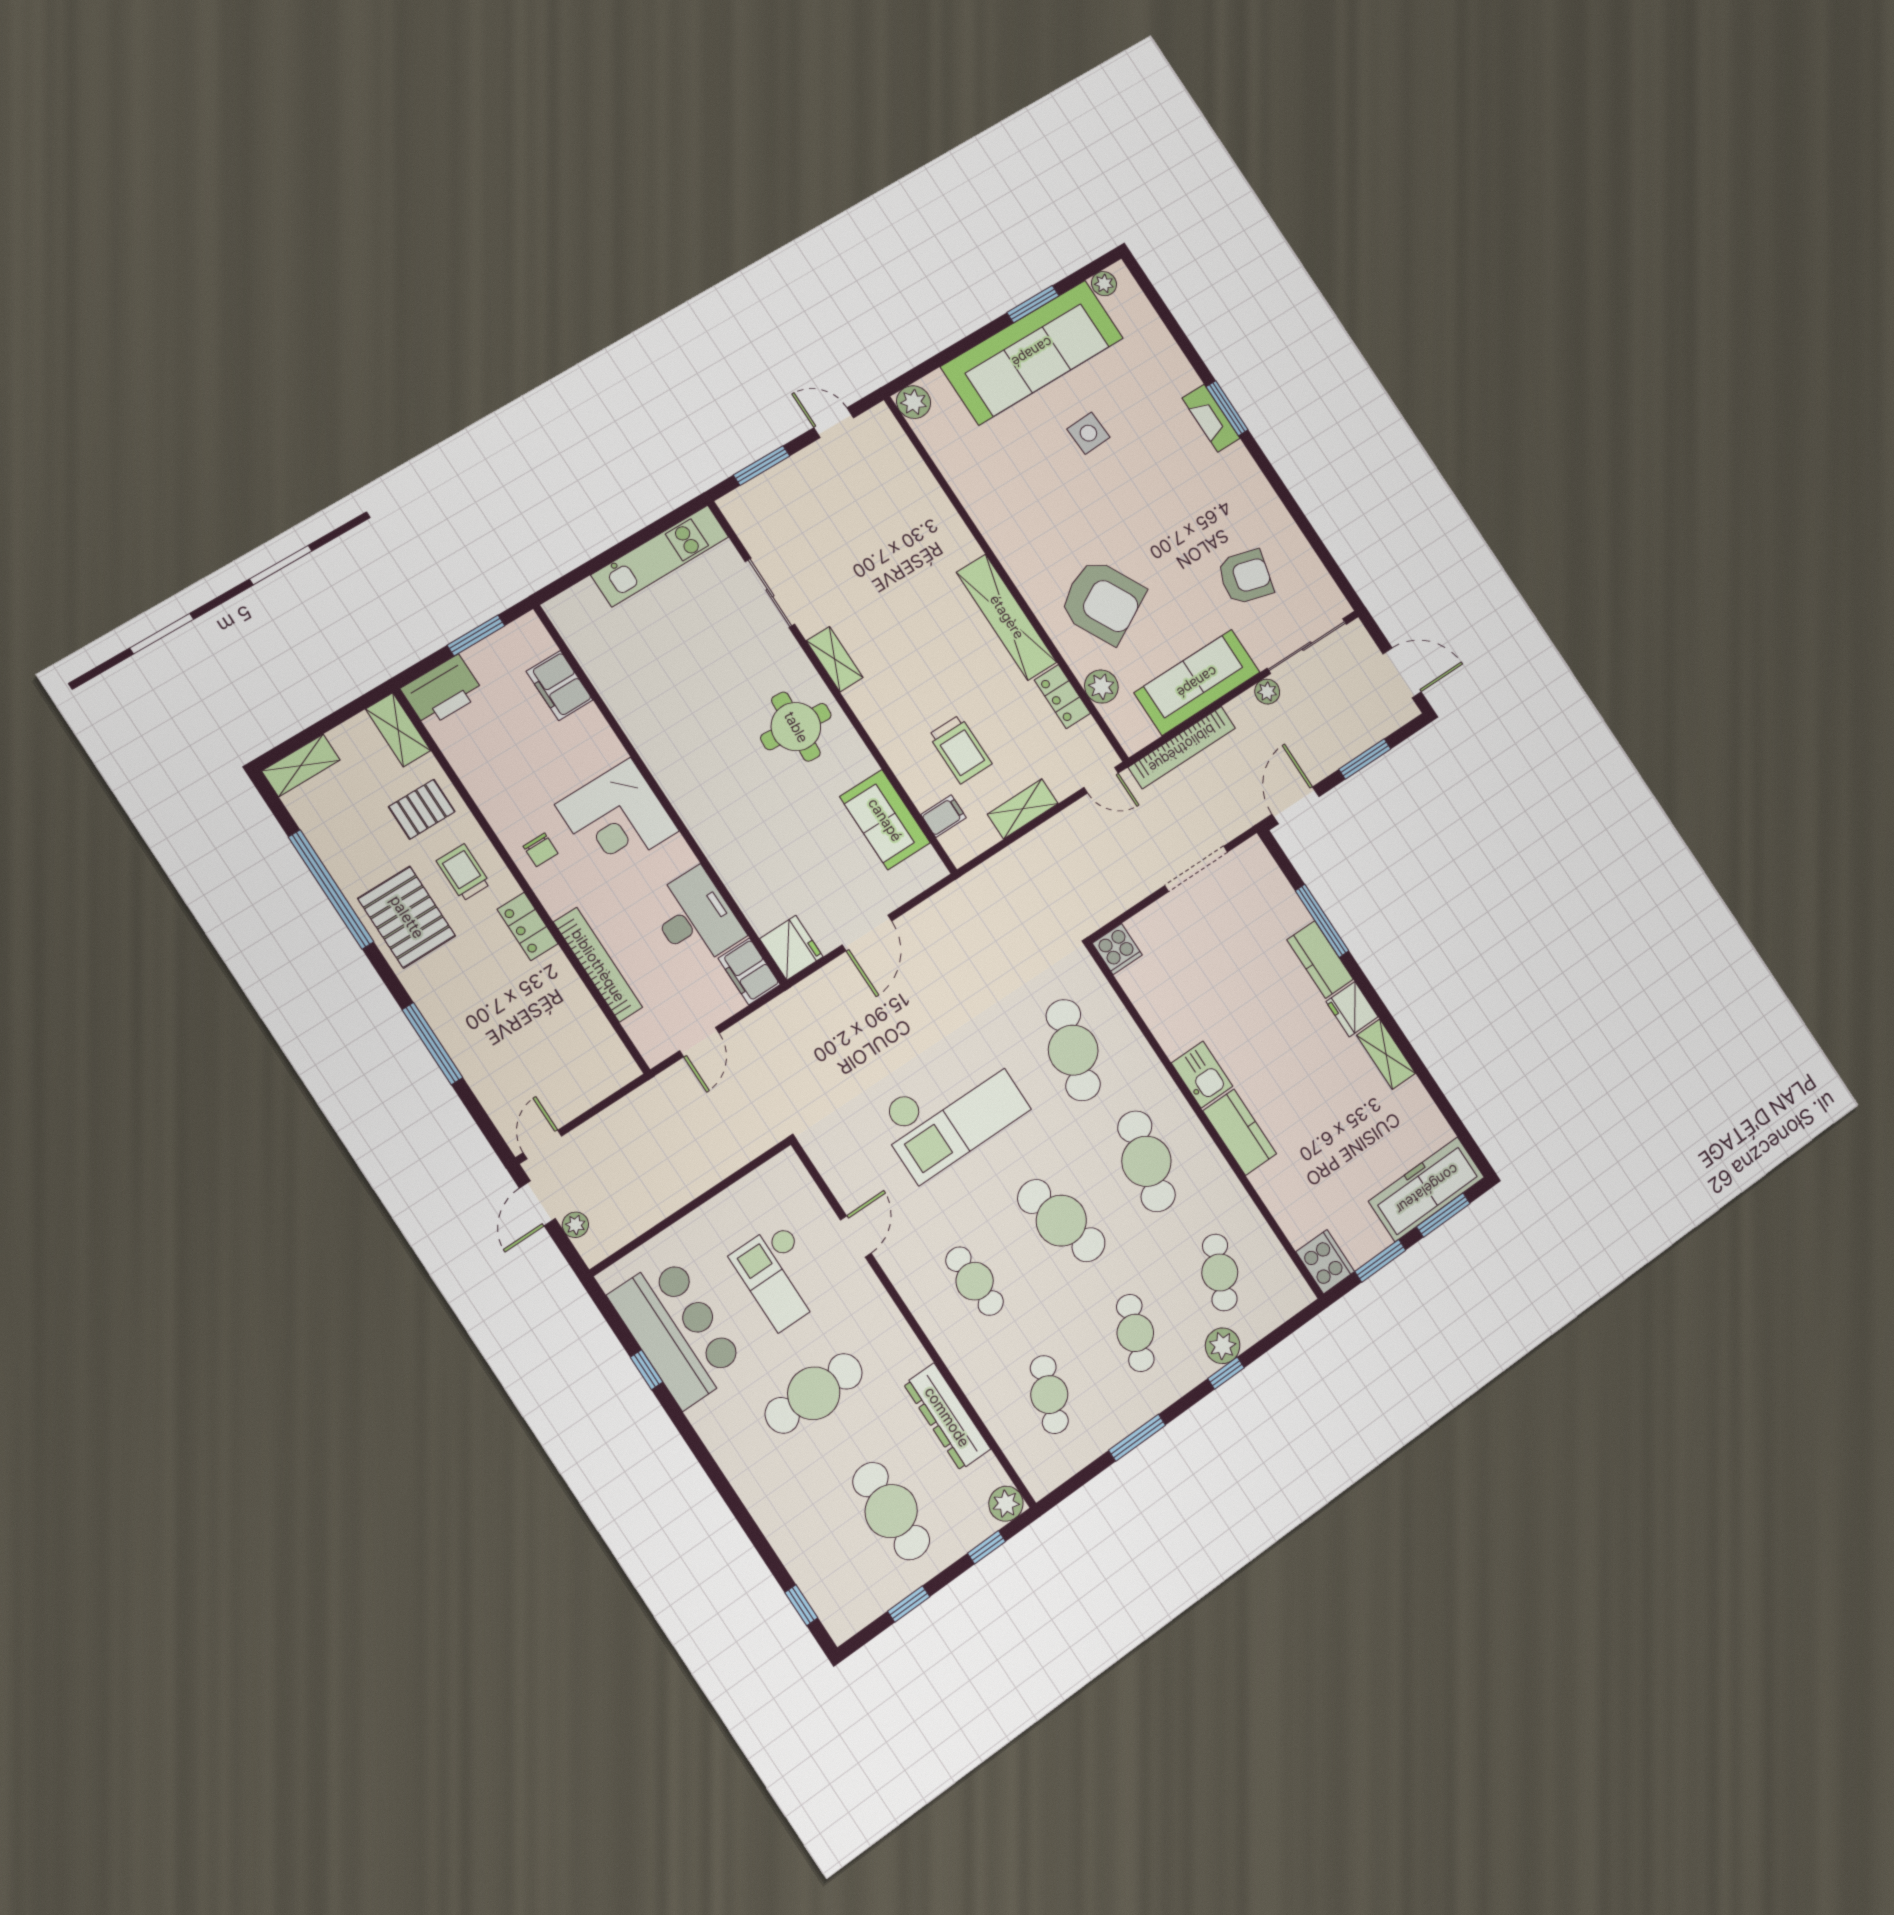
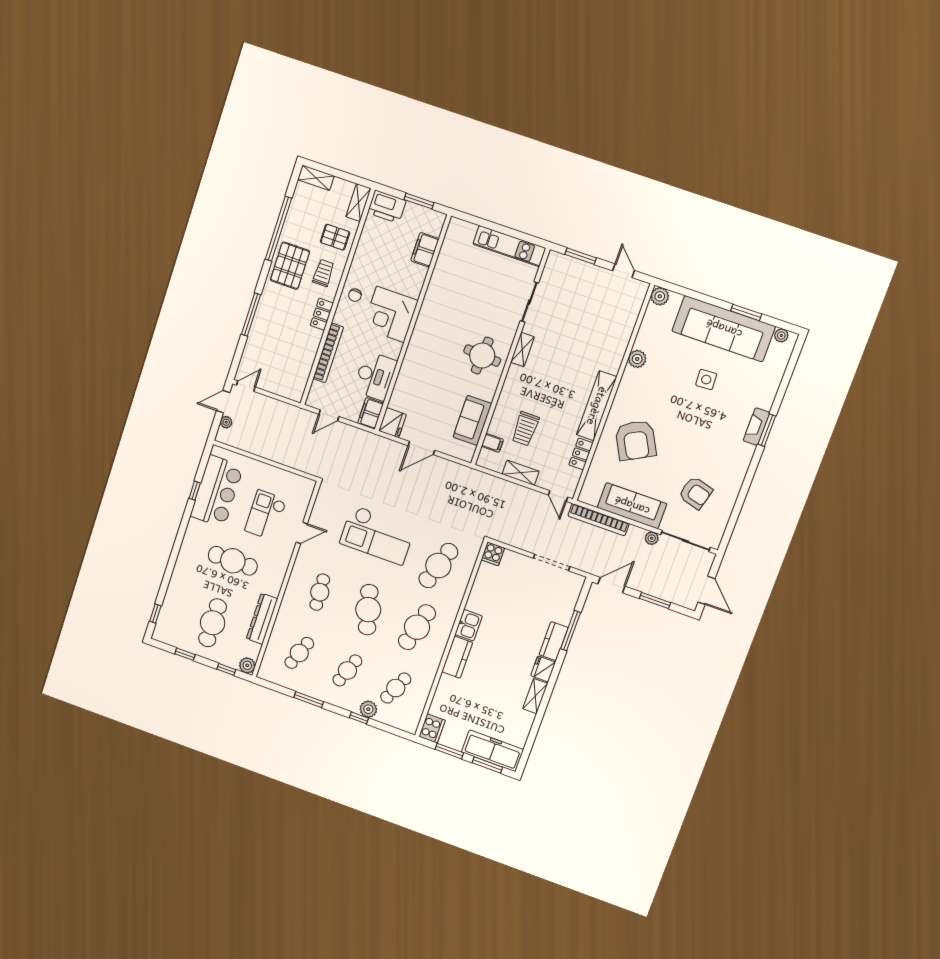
plant: (1101, 687) -> (637, 359), moved

